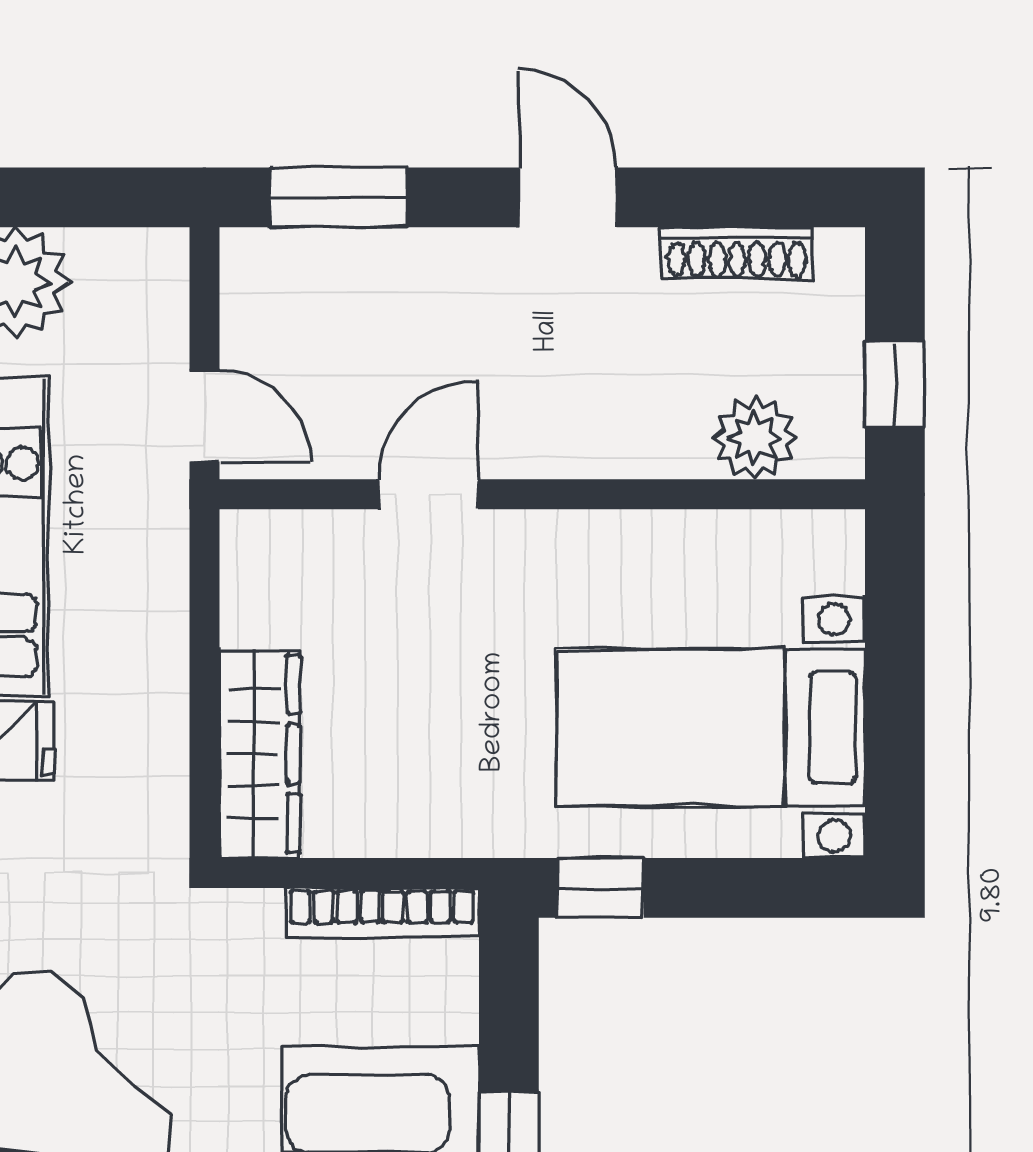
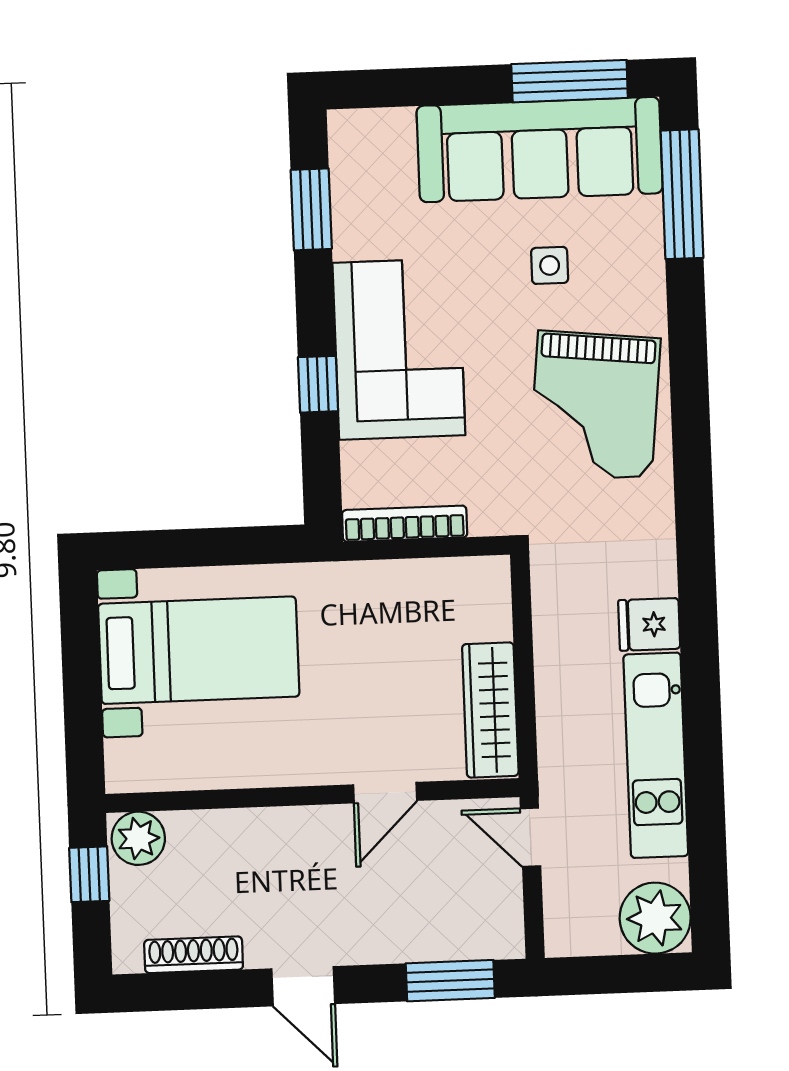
plant: (755, 438) -> (138, 838), moved
wardrobe: (260, 754) -> (490, 710), moved
window: (601, 888) -> (265, 545), removed

